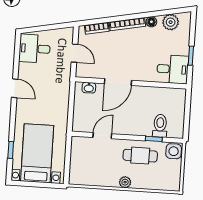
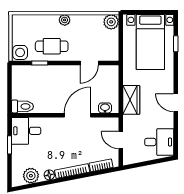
wardrobe: (61, 94) -> (131, 100), added
toilet: (160, 126) -> (22, 106), moved, turned -90
plant: (77, 177) -> (111, 22), added

